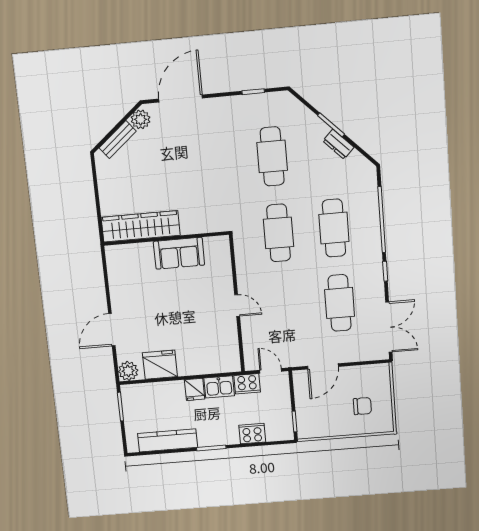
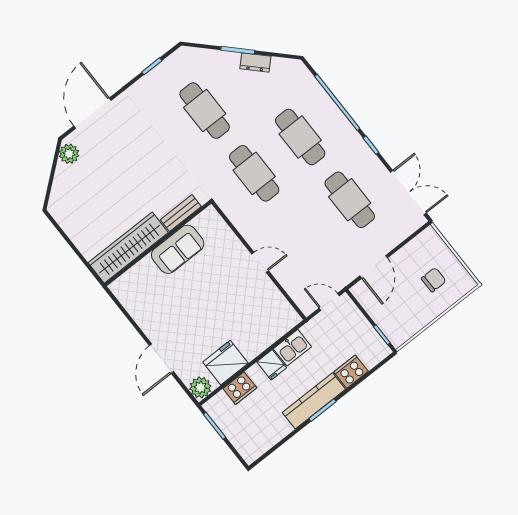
bench: (118, 140) -> (181, 213), moved, turned 39
cooker: (247, 384) -> (240, 388), moved
kitchen counter: (168, 440) -> (314, 401), moved

